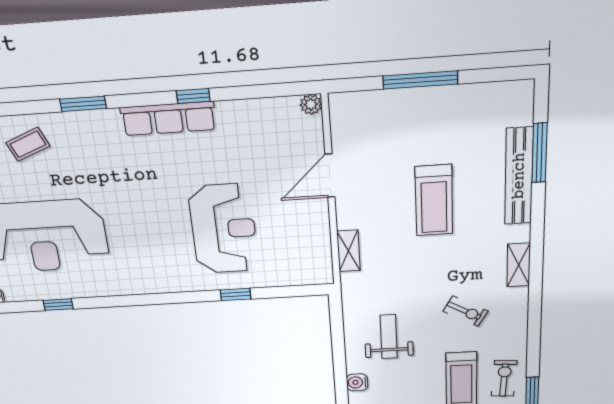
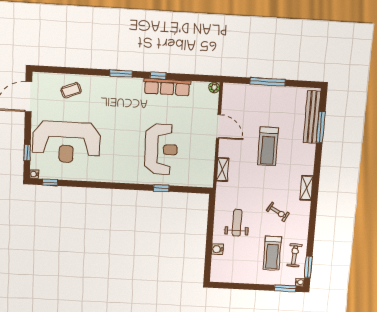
window: (83, 104) -> (121, 74), moved
row of seats: (168, 119) -> (167, 87), moved
door: (330, 176) -> (218, 126), swing flipped
bench: (519, 176) -> (312, 117), moved
window: (58, 305) -> (50, 182), moved

